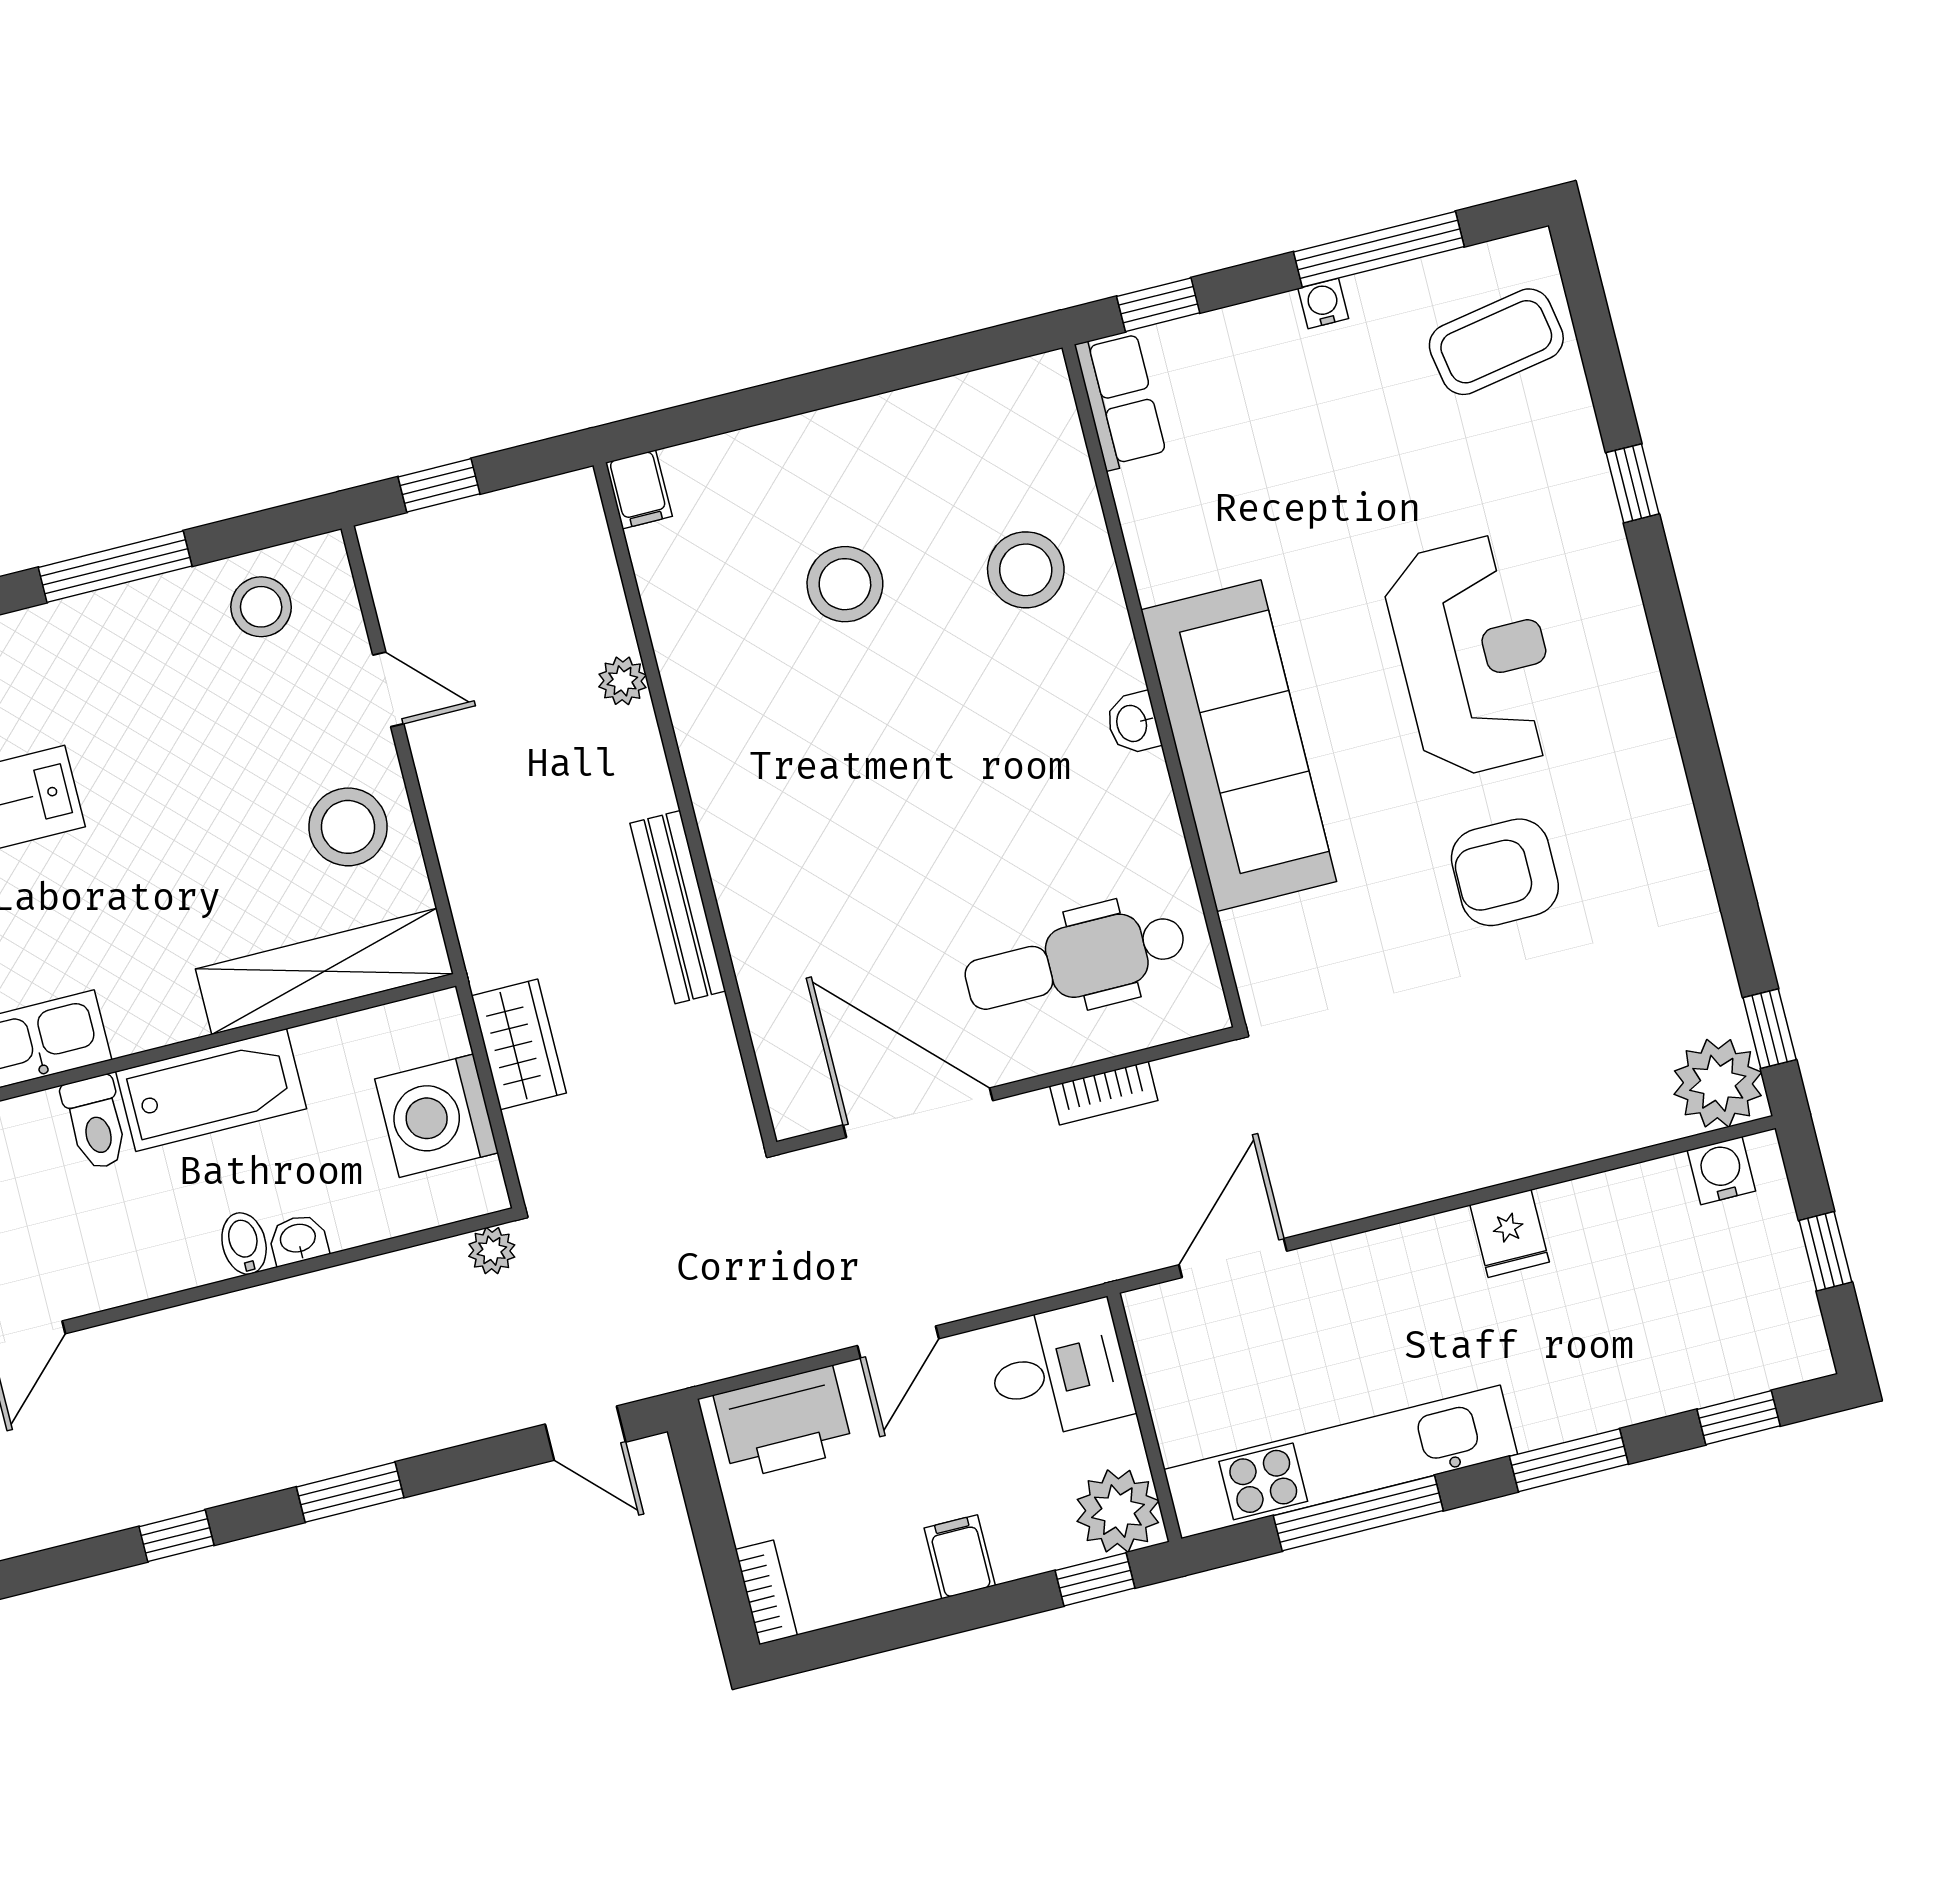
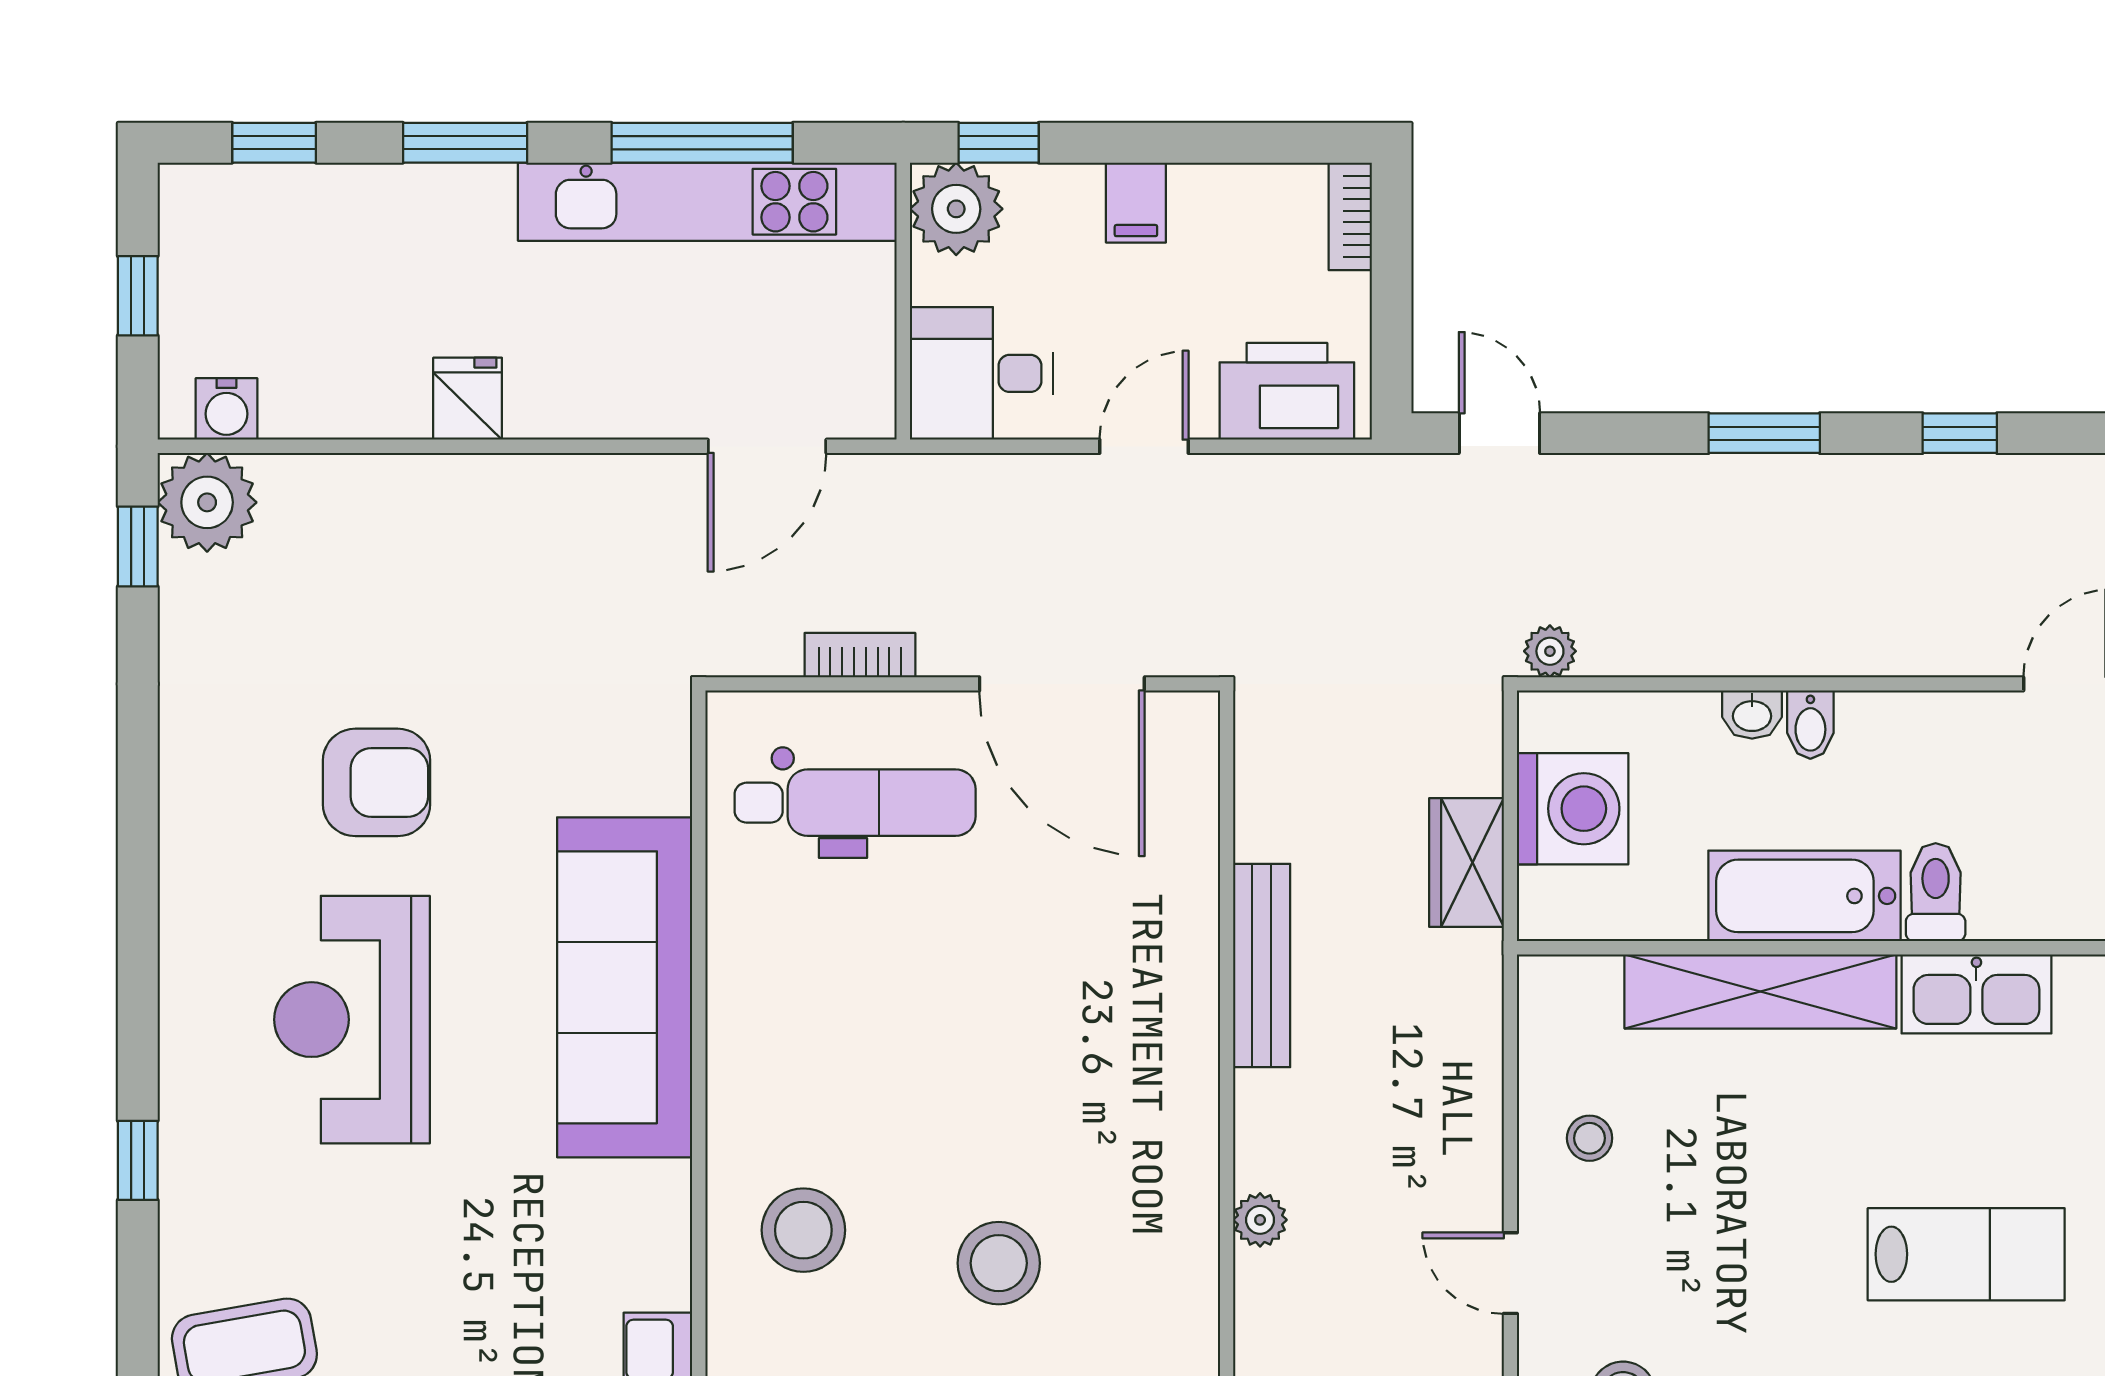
washbasin: (1133, 723) -> (731, 1039), removed
stool: (348, 827) -> (1590, 1138), width x0.53, depth x0.53
shelving: (324, 971) -> (1760, 991), moved

